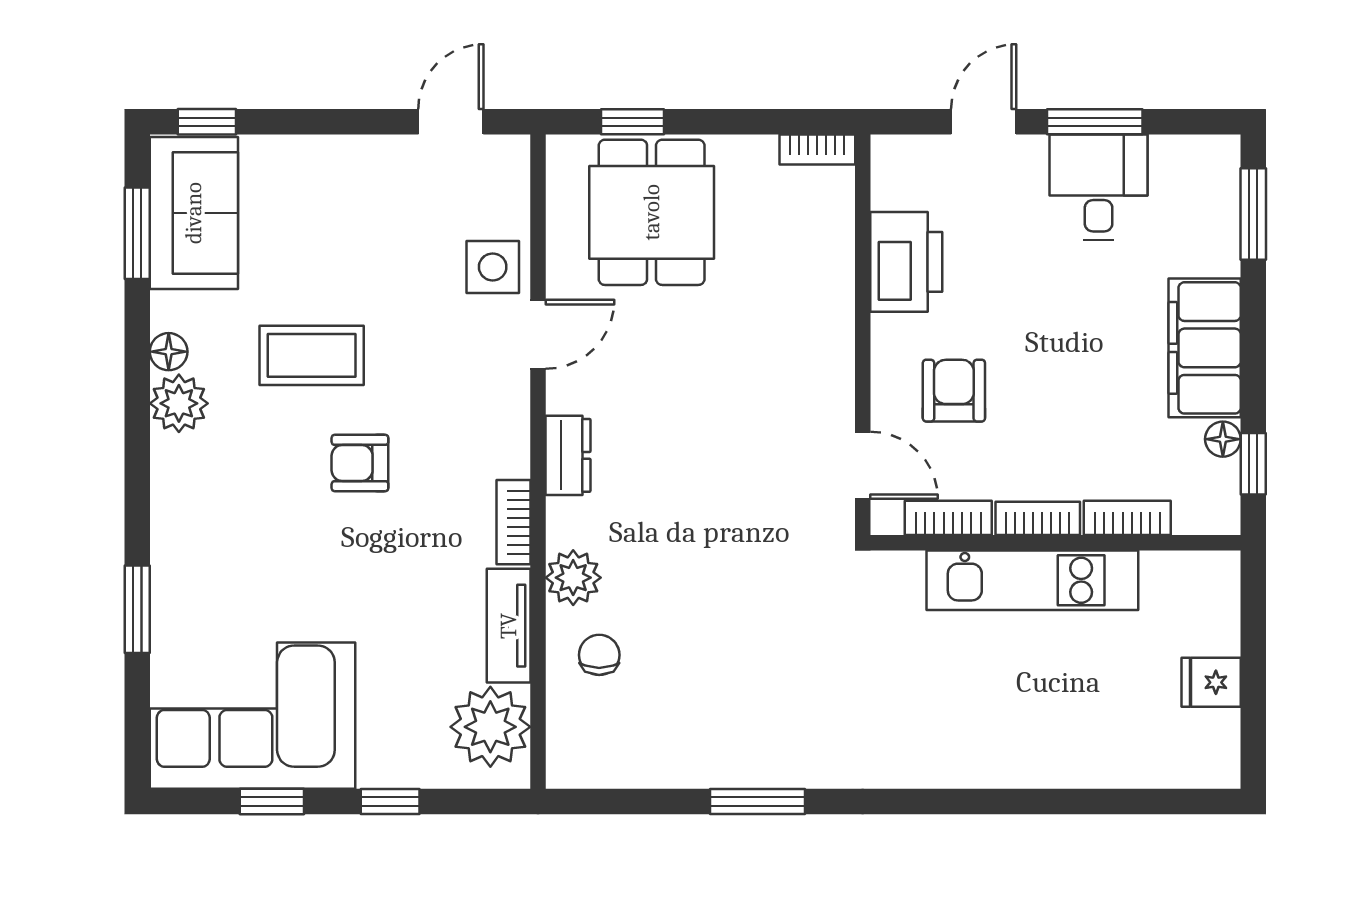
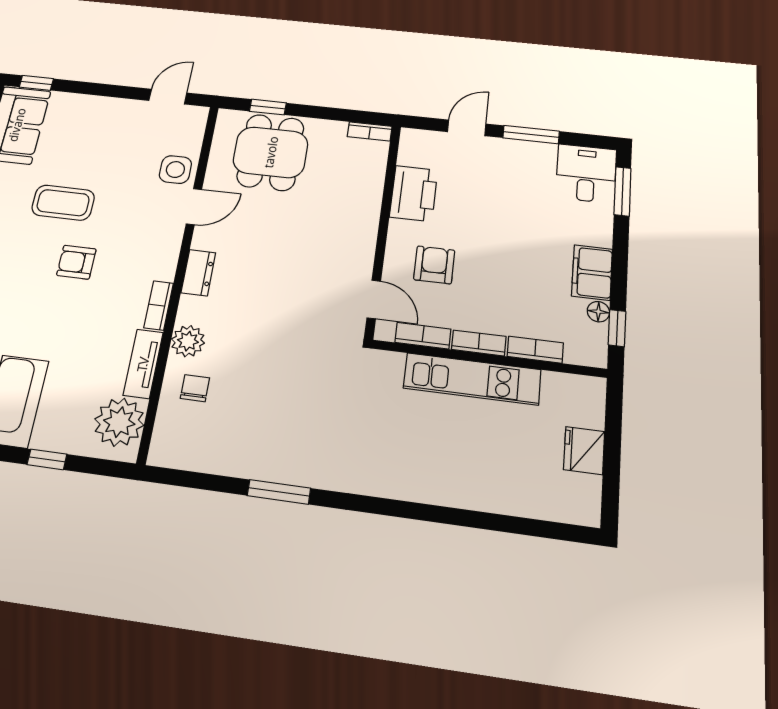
desk: (1099, 187) -> (586, 174), moved
filing cabinet: (1205, 348) -> (592, 272), width x0.67, depth x0.86
fridge: (1211, 682) -> (584, 451), width x1.38

